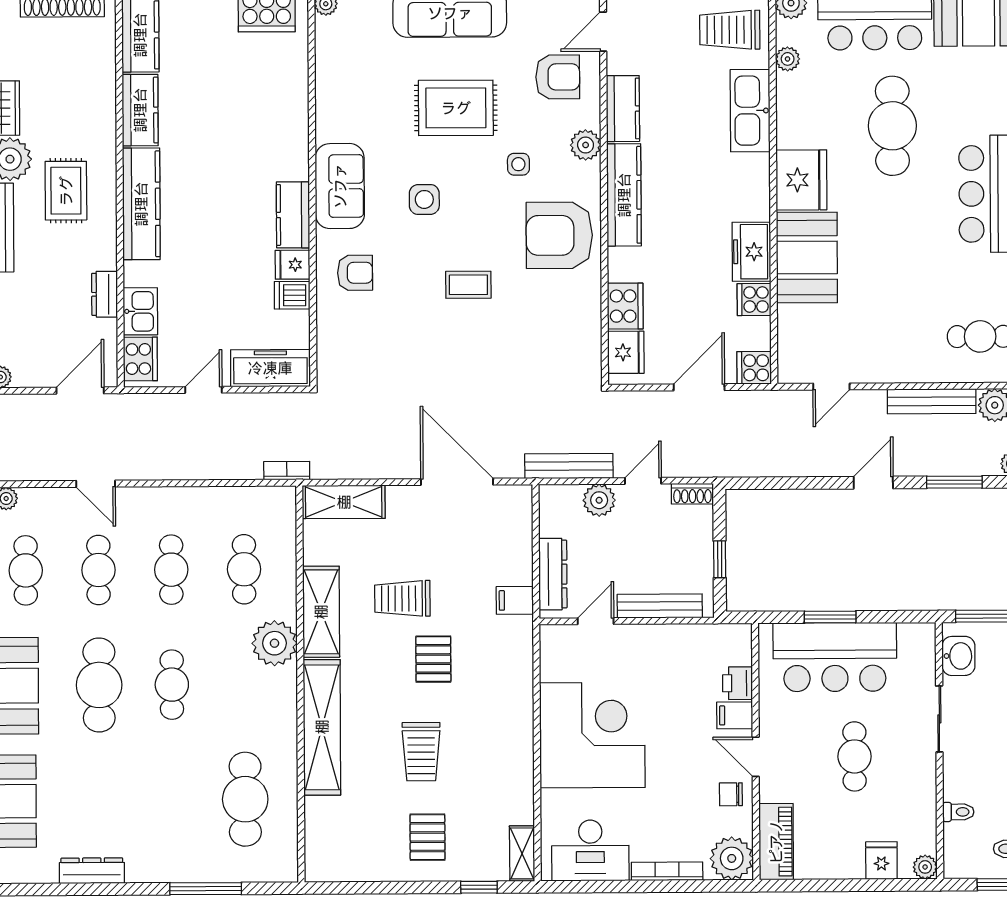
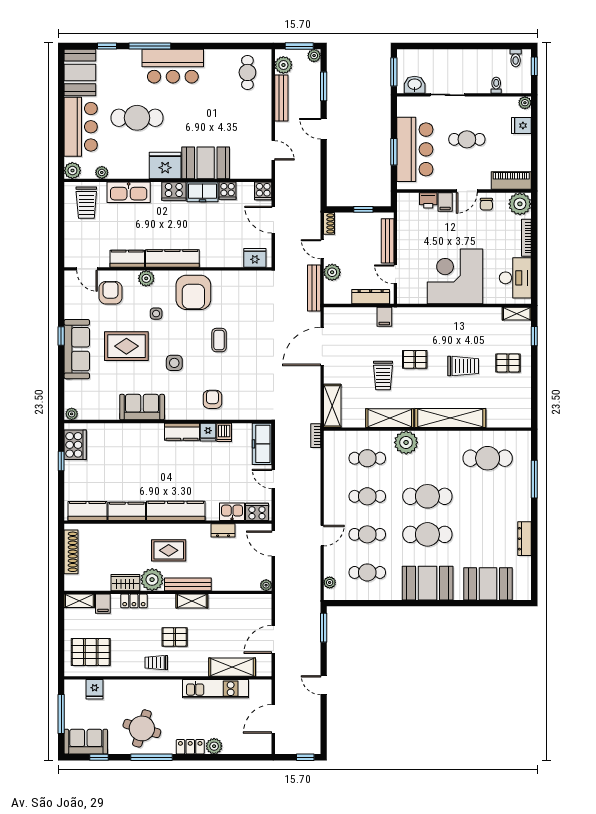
rug: (456, 108) -> (126, 346), turned 90
sofa: (340, 186) -> (142, 407), moved
cooker: (625, 306) -> (174, 191), moved, turned 180
cafe table: (172, 685) -> (427, 496), width x1.37, depth x1.35

